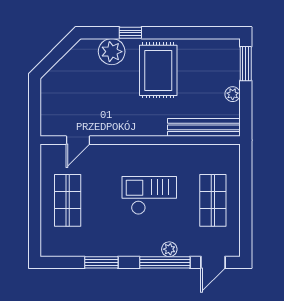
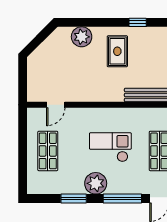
window: (130, 33) -> (138, 22), moved
rug: (158, 70) -> (117, 51), width x0.73, depth x0.70
plant: (169, 249) -> (96, 183), moved, width x1.88, depth x1.88

